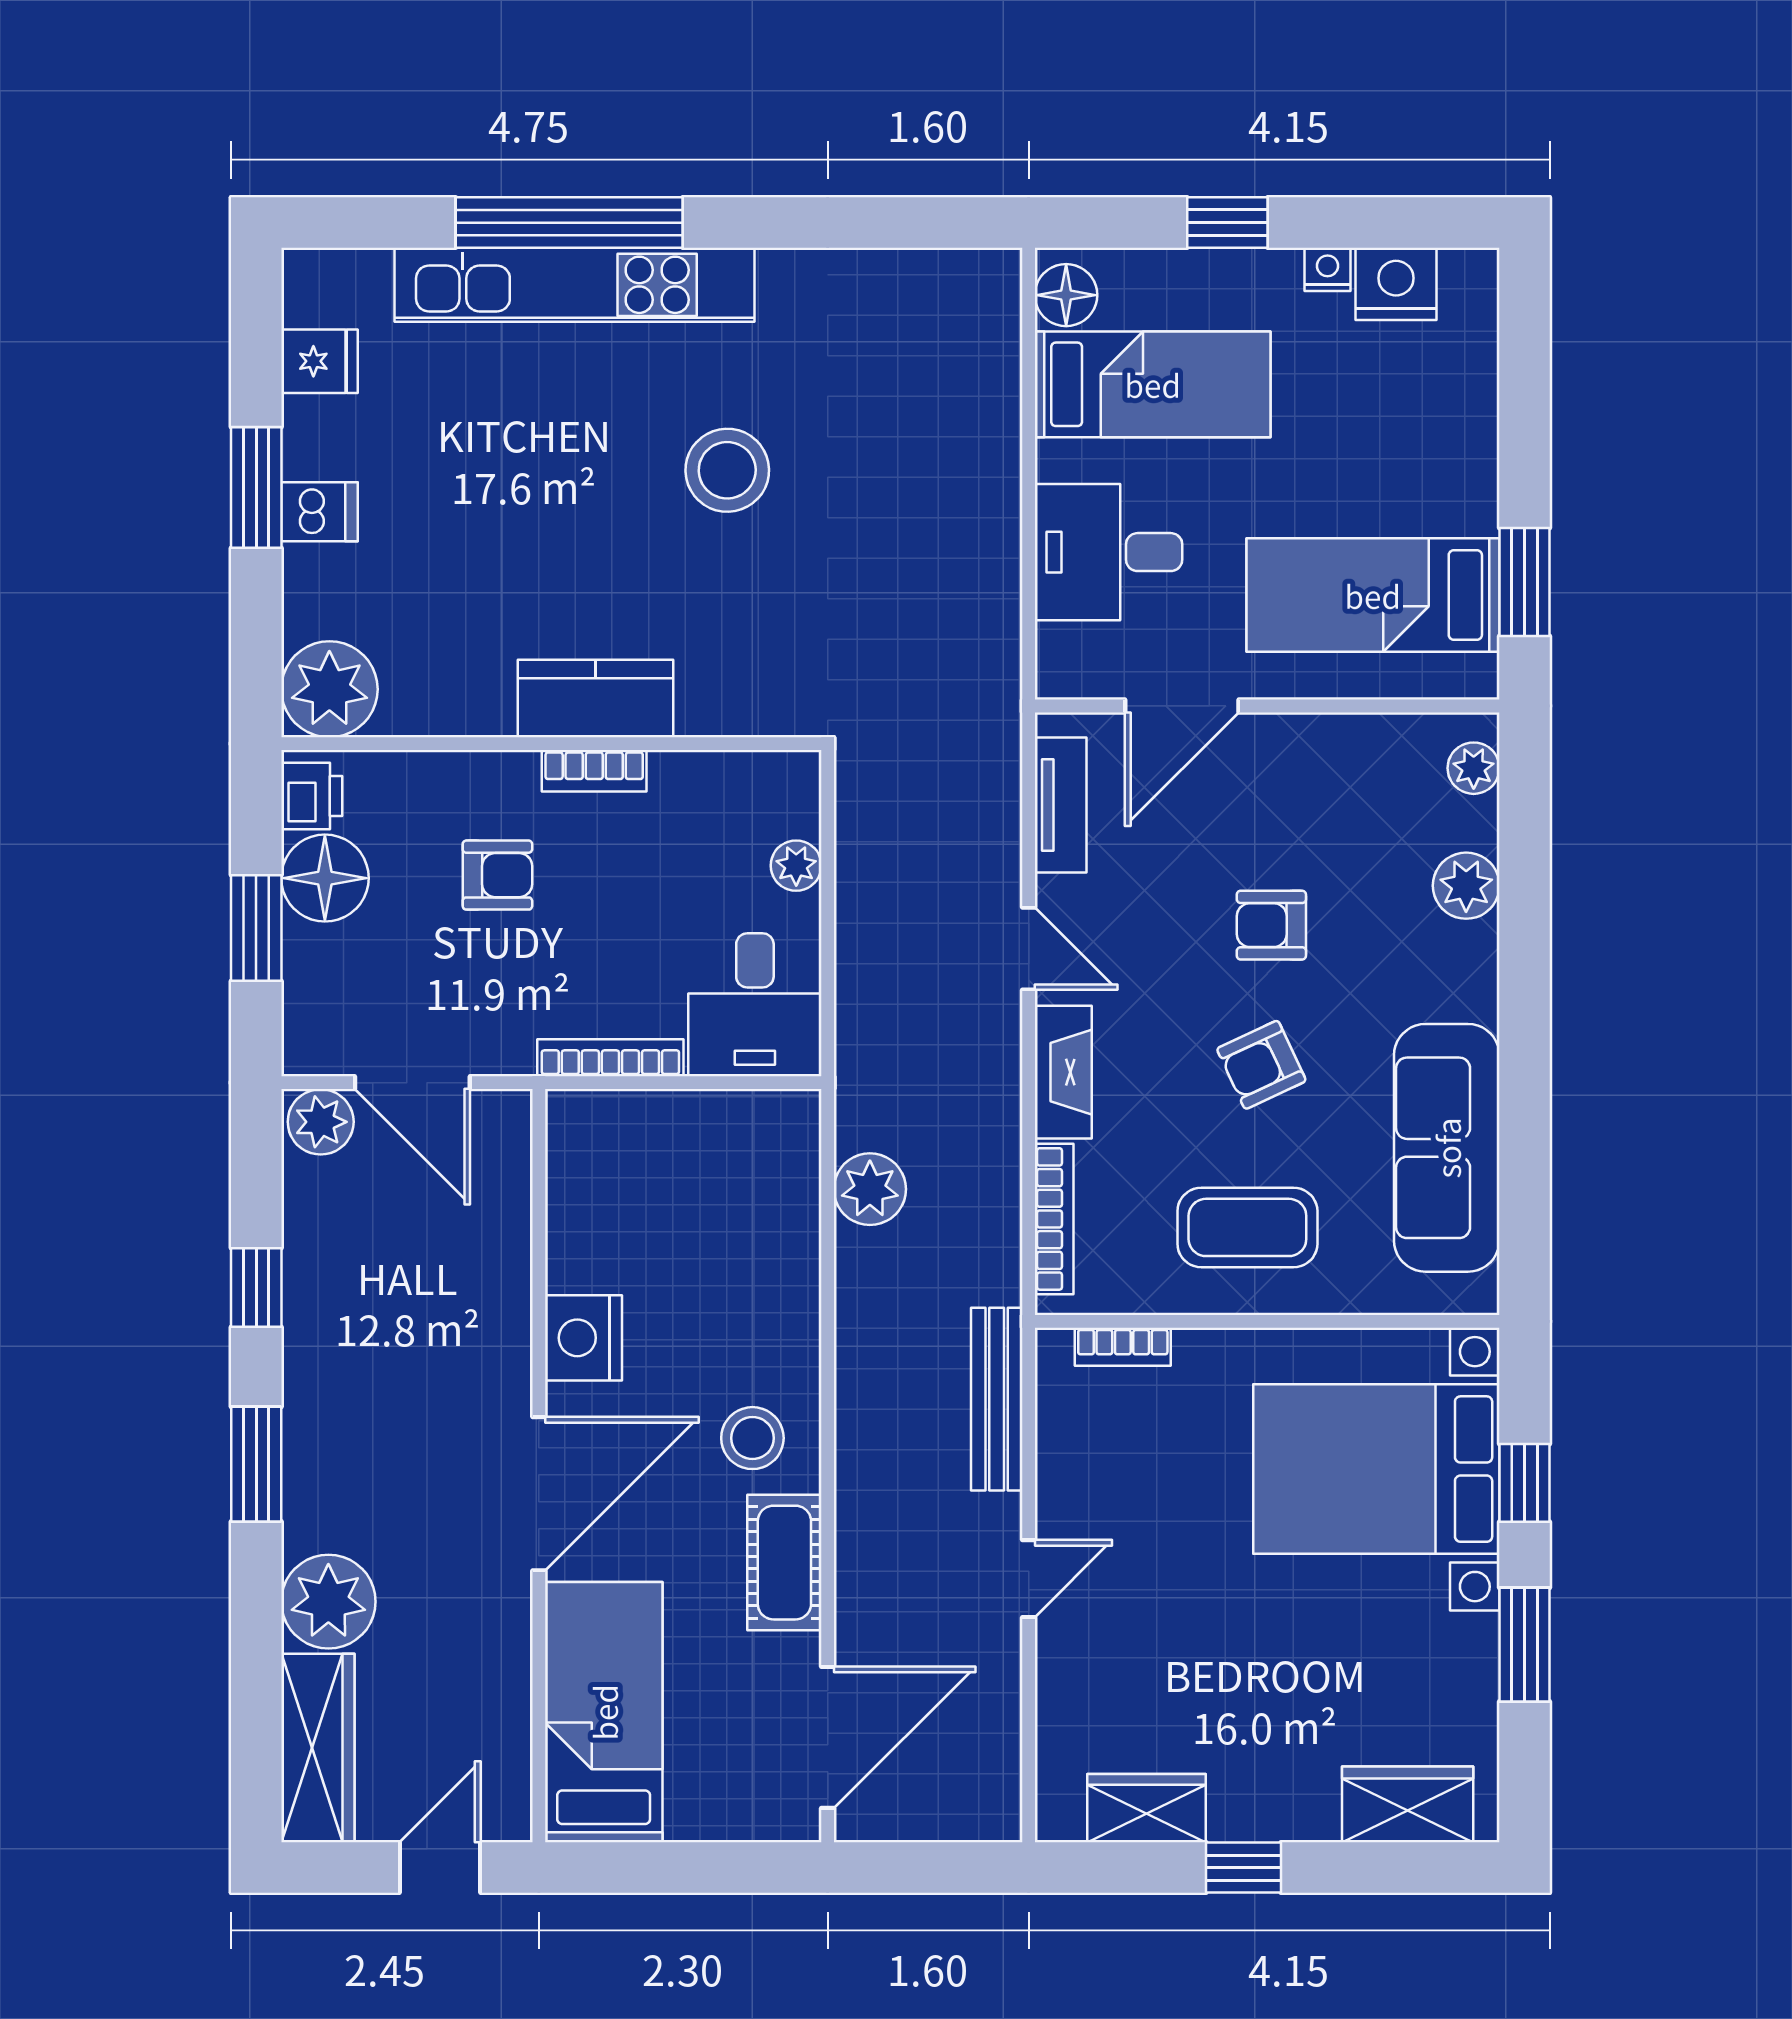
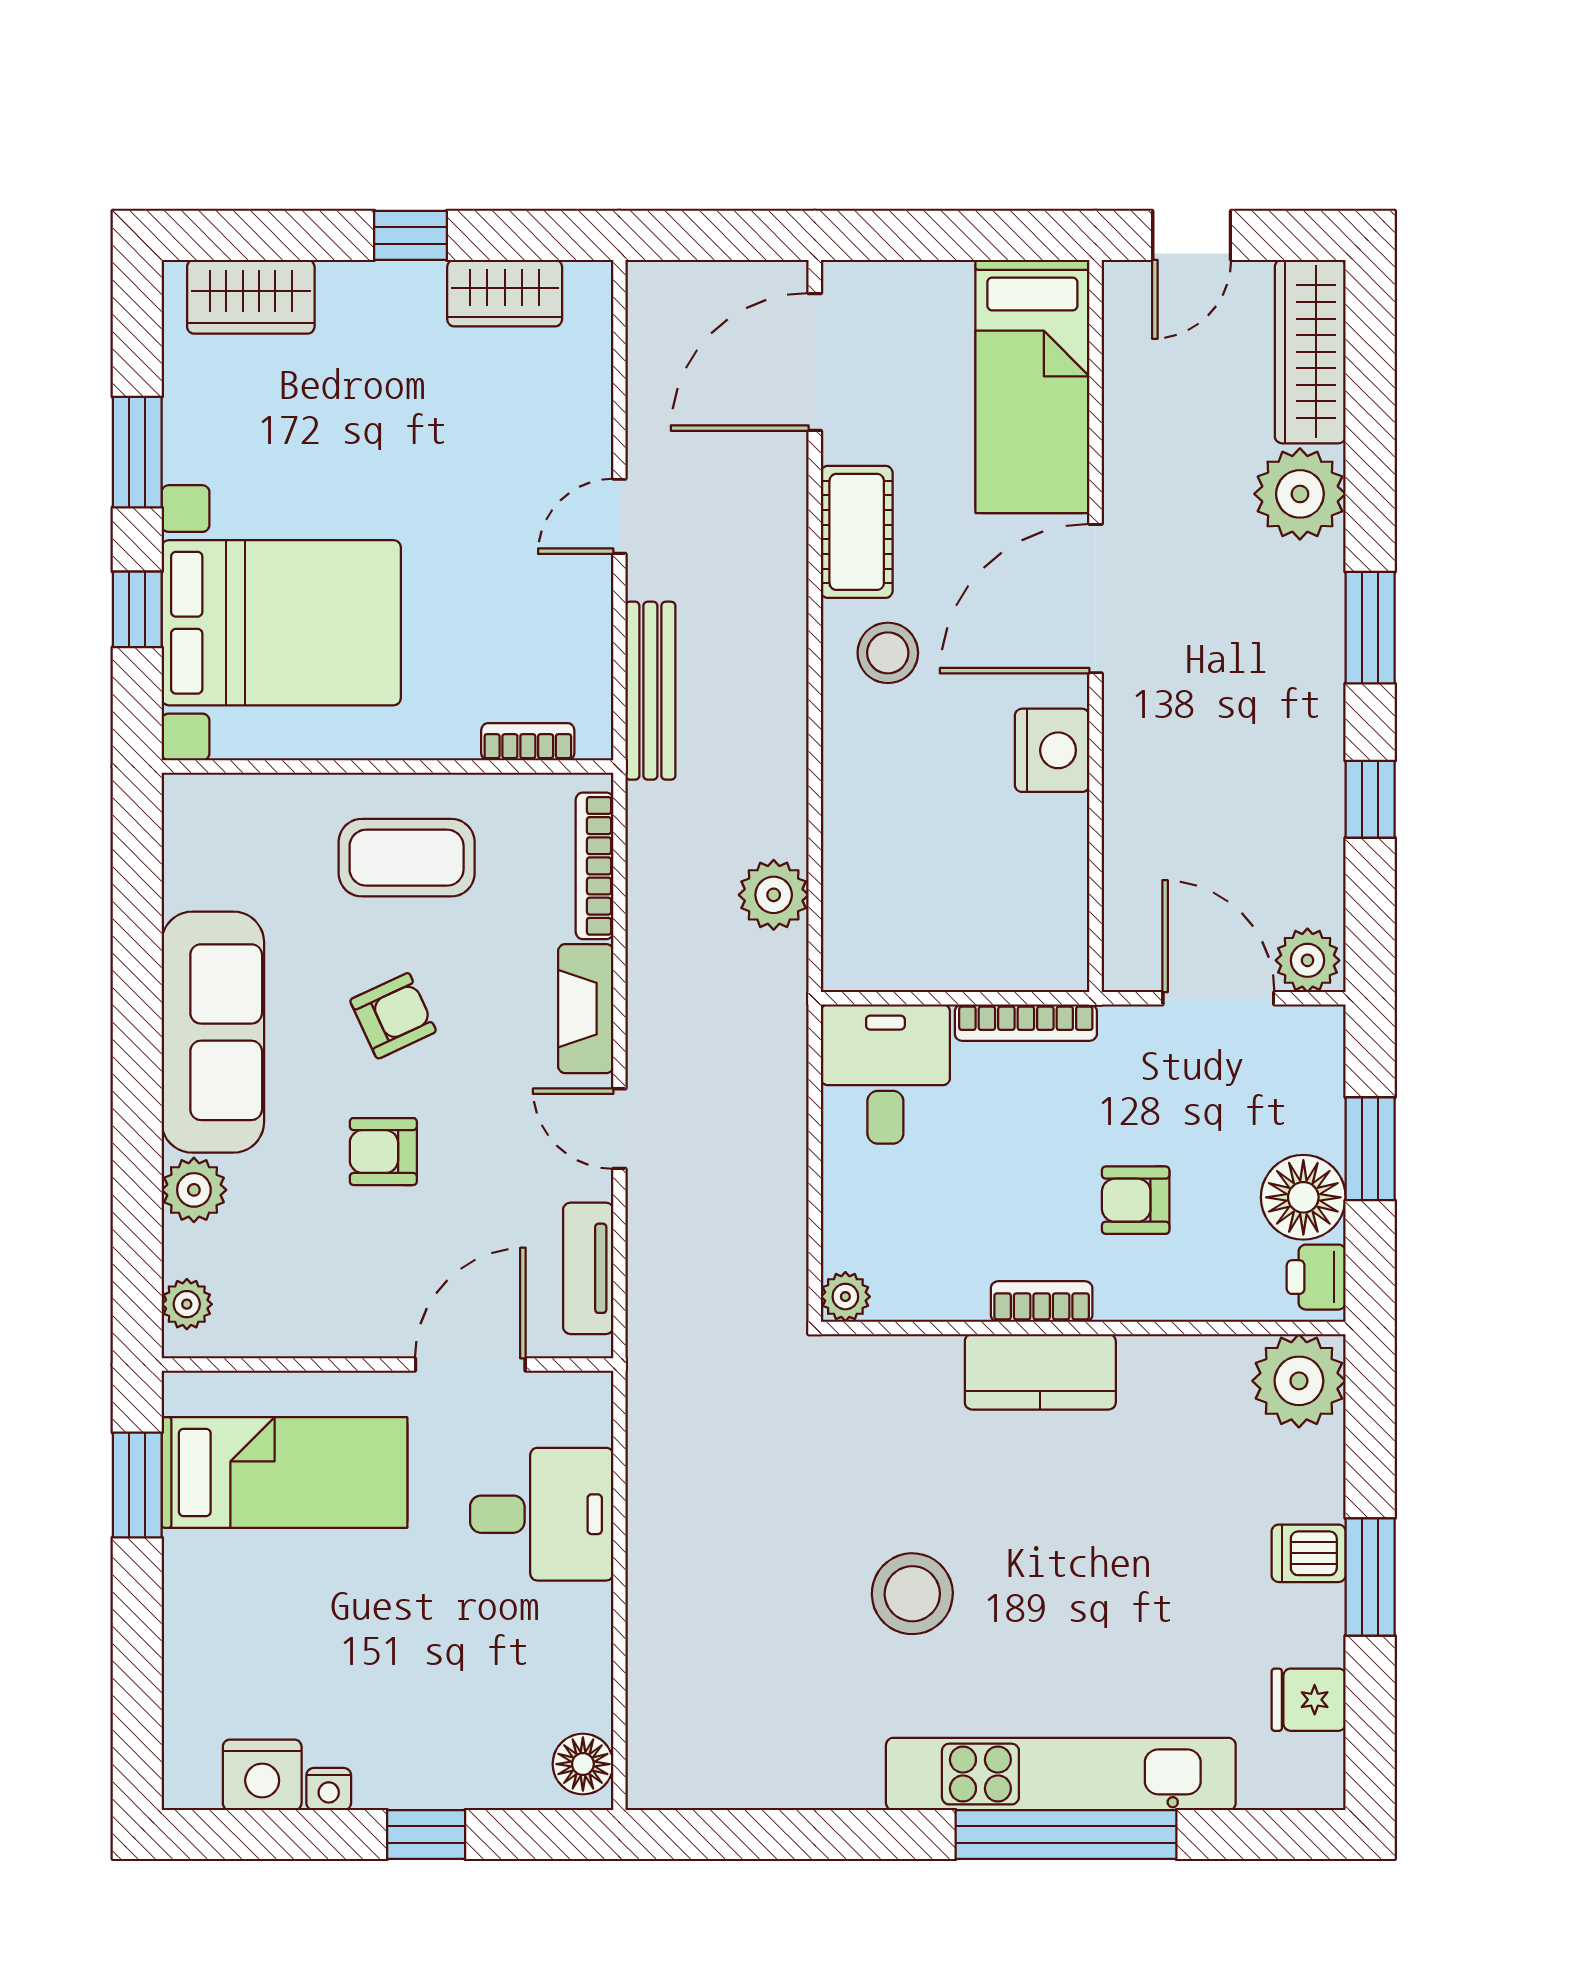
bed: (1153, 384) -> (499, 1677), removed
plant: (796, 866) -> (845, 1297), moved
armchair: (1271, 925) -> (383, 1152), turned 180
sofa: (1447, 1148) -> (213, 1032), moved

